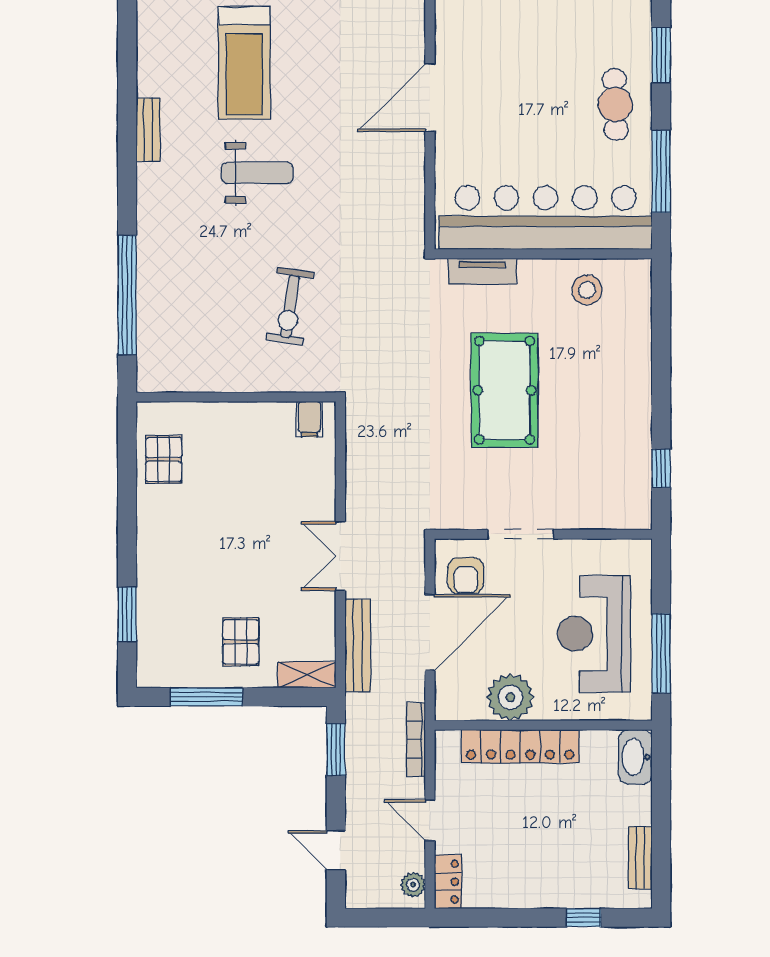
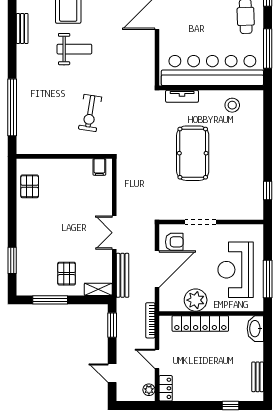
armchair: (466, 576) -> (174, 242), turned -90

